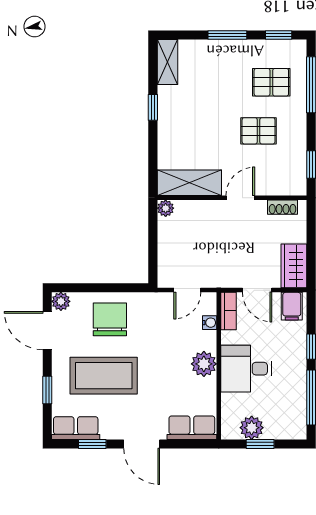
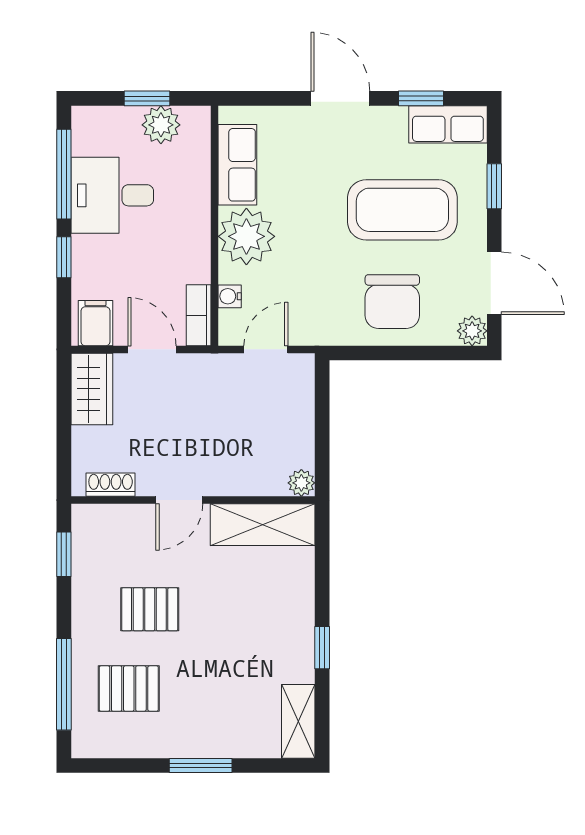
window: (279, 35) -> (117, 765), removed
plant: (204, 364) -> (246, 236), width x1.36, depth x1.36
desk: (246, 369) -> (112, 195), moved, turned 180
row of seats: (192, 428) -> (237, 165), moved, turned -90

